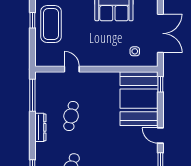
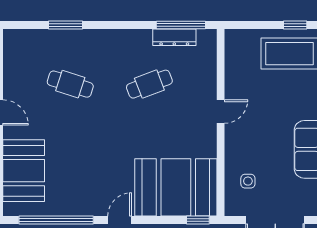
door: (72, 69) -> (221, 112), moved
cafe table: (71, 116) -> (149, 84), turned -33
dresser: (40, 127) -> (174, 37), moved

